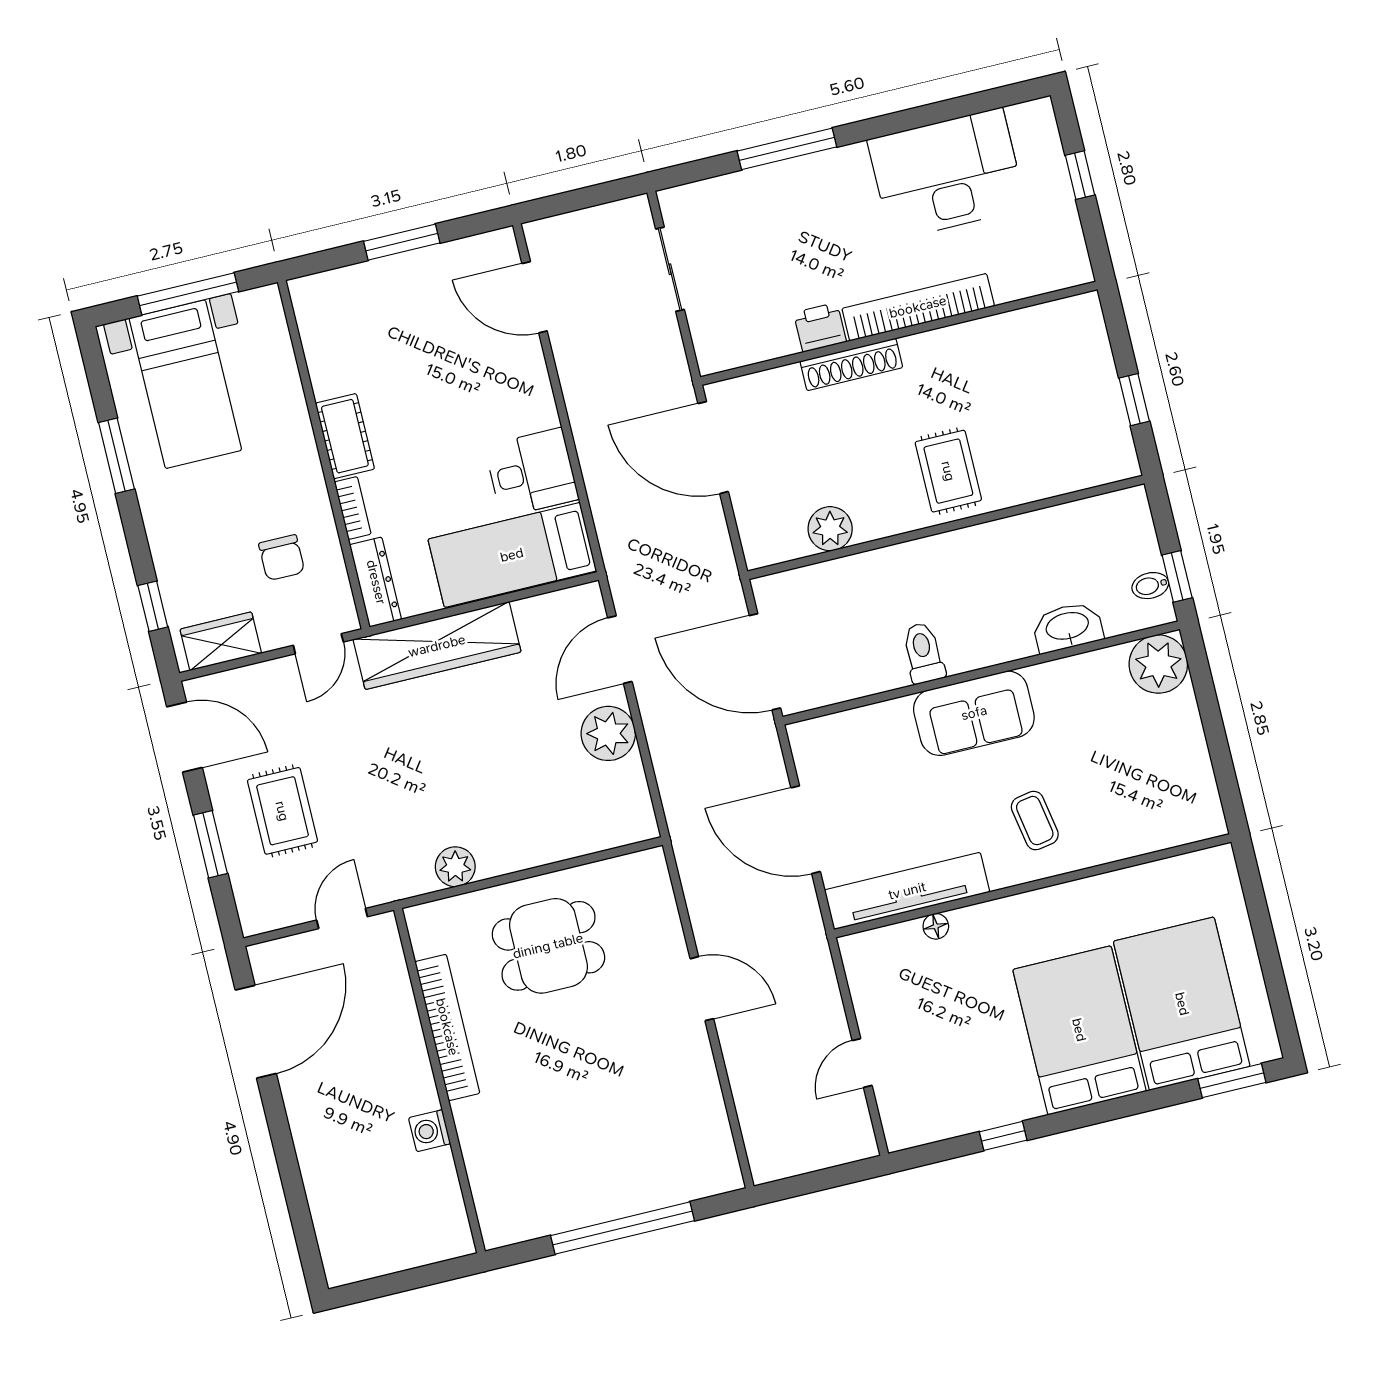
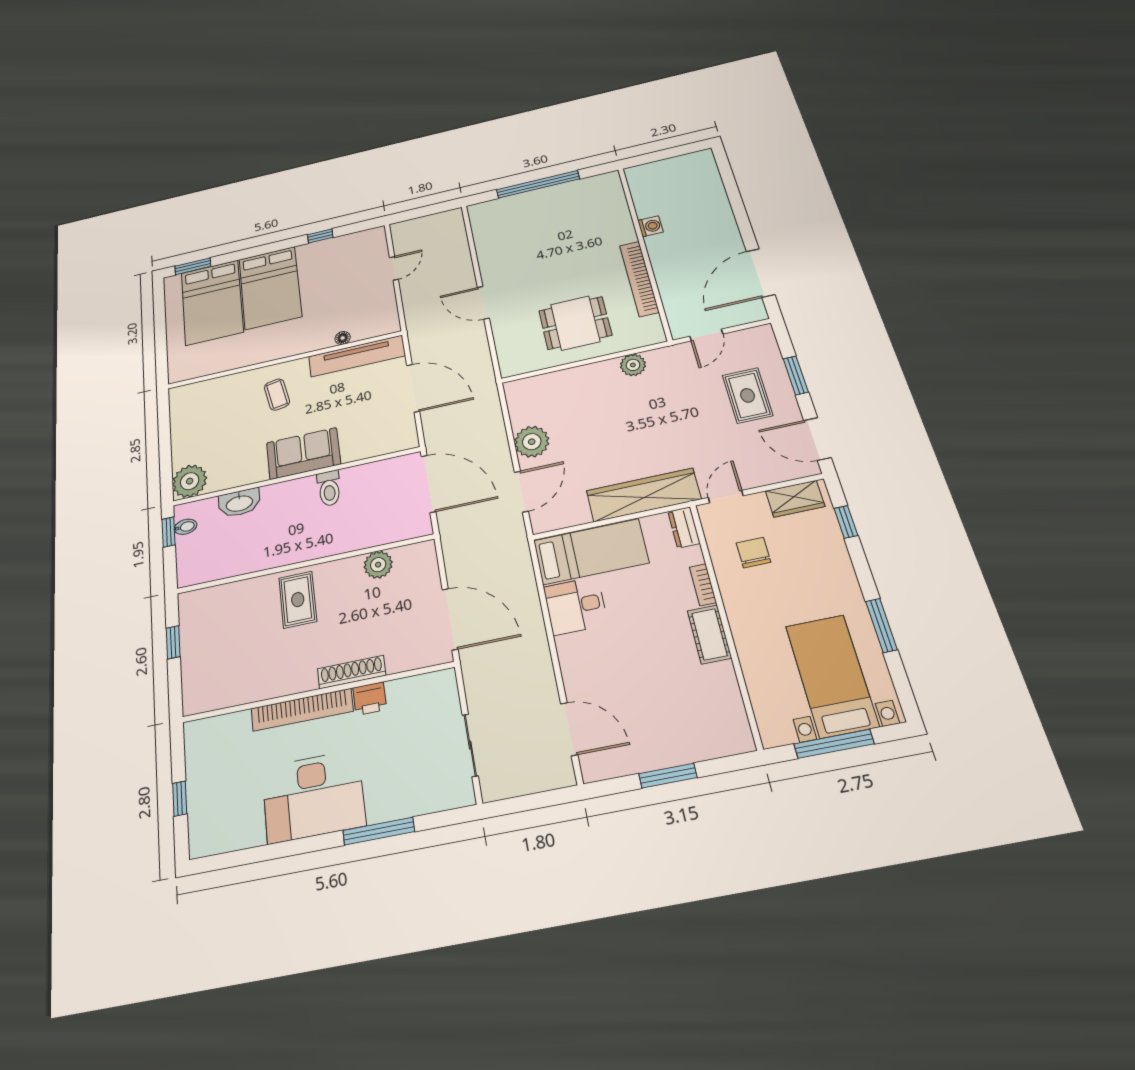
desk: (947, 174) -> (313, 796), moved
dresser: (376, 582) -> (684, 527), width x0.70

